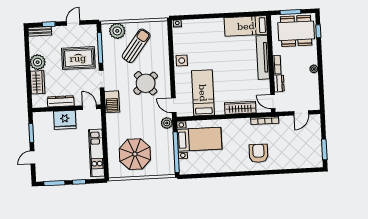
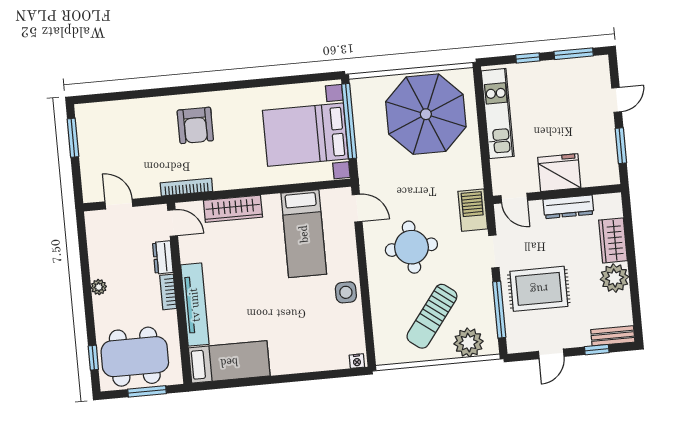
round table: (146, 83) -> (411, 247), turned 37
door: (301, 113) -> (119, 204), hinge flipped
plant: (167, 123) -> (369, 175), removed
bed with nightstands: (199, 139) -> (305, 135), width x1.36
parasol: (135, 154) -> (426, 114), width x1.36, depth x1.36

